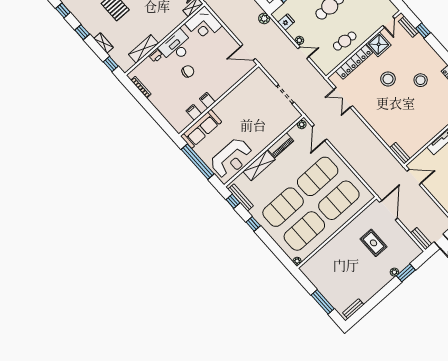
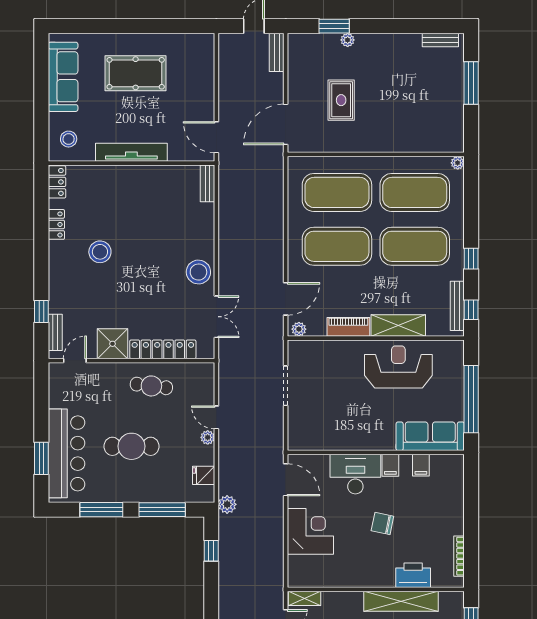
corner desk: (203, 25) -> (310, 531), moved
desk: (176, 46) -> (355, 474), moved, turned 180
shelving: (144, 49) -> (401, 601), width x1.47
printer: (156, 56) -> (413, 575), width x1.87, depth x1.48
stool: (388, 79) -> (198, 272), moved
reception desk: (231, 158) -> (398, 367), moved

